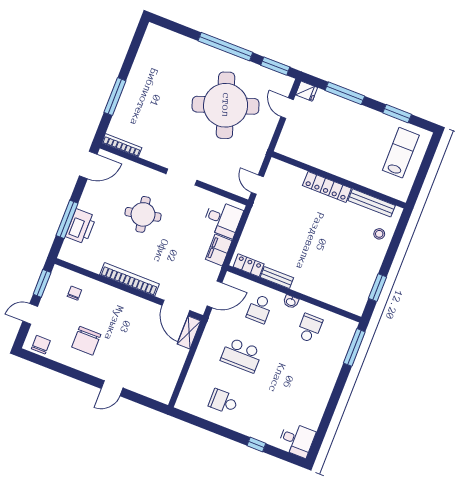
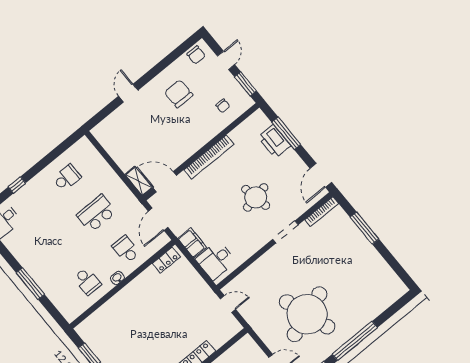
doorway: (181, 177) -> (285, 232), moved
bench: (277, 278) -> (143, 278), removed
window: (354, 347) -> (30, 284), moved

